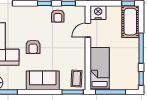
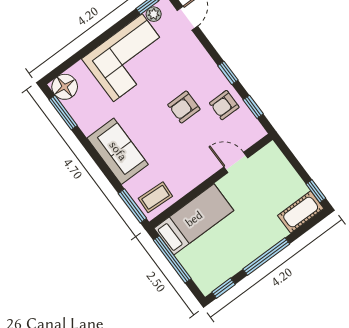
nightstand: (98, 13) -> (271, 158), removed
cot: (130, 22) -> (301, 212), width x0.73, depth x0.75
armchair: (33, 47) -> (184, 107), moved

